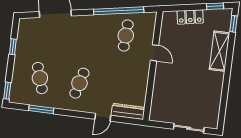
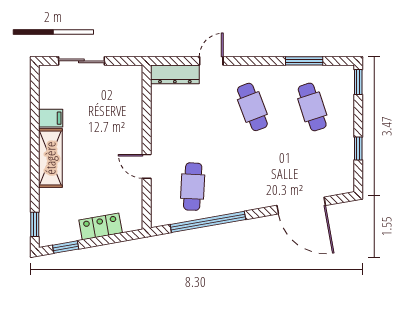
shelving: (219, 51) -> (50, 158), moved
cafe table: (79, 83) -> (252, 107), turned -36
filing cabinet: (214, 93) -> (51, 118), added

